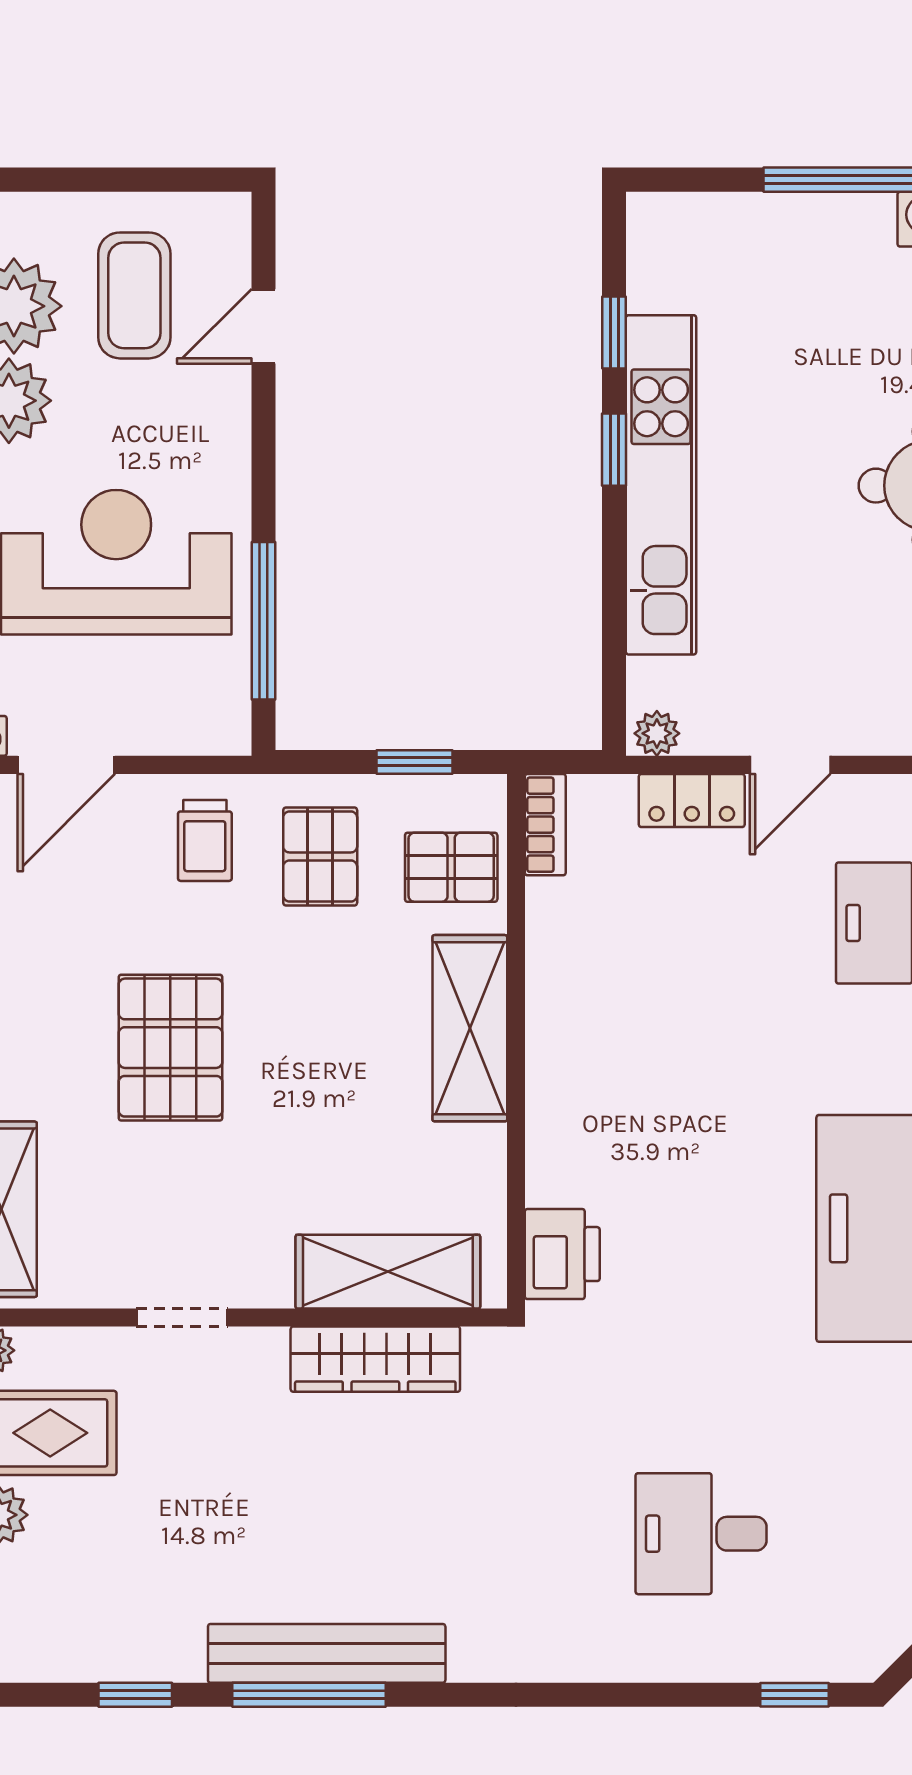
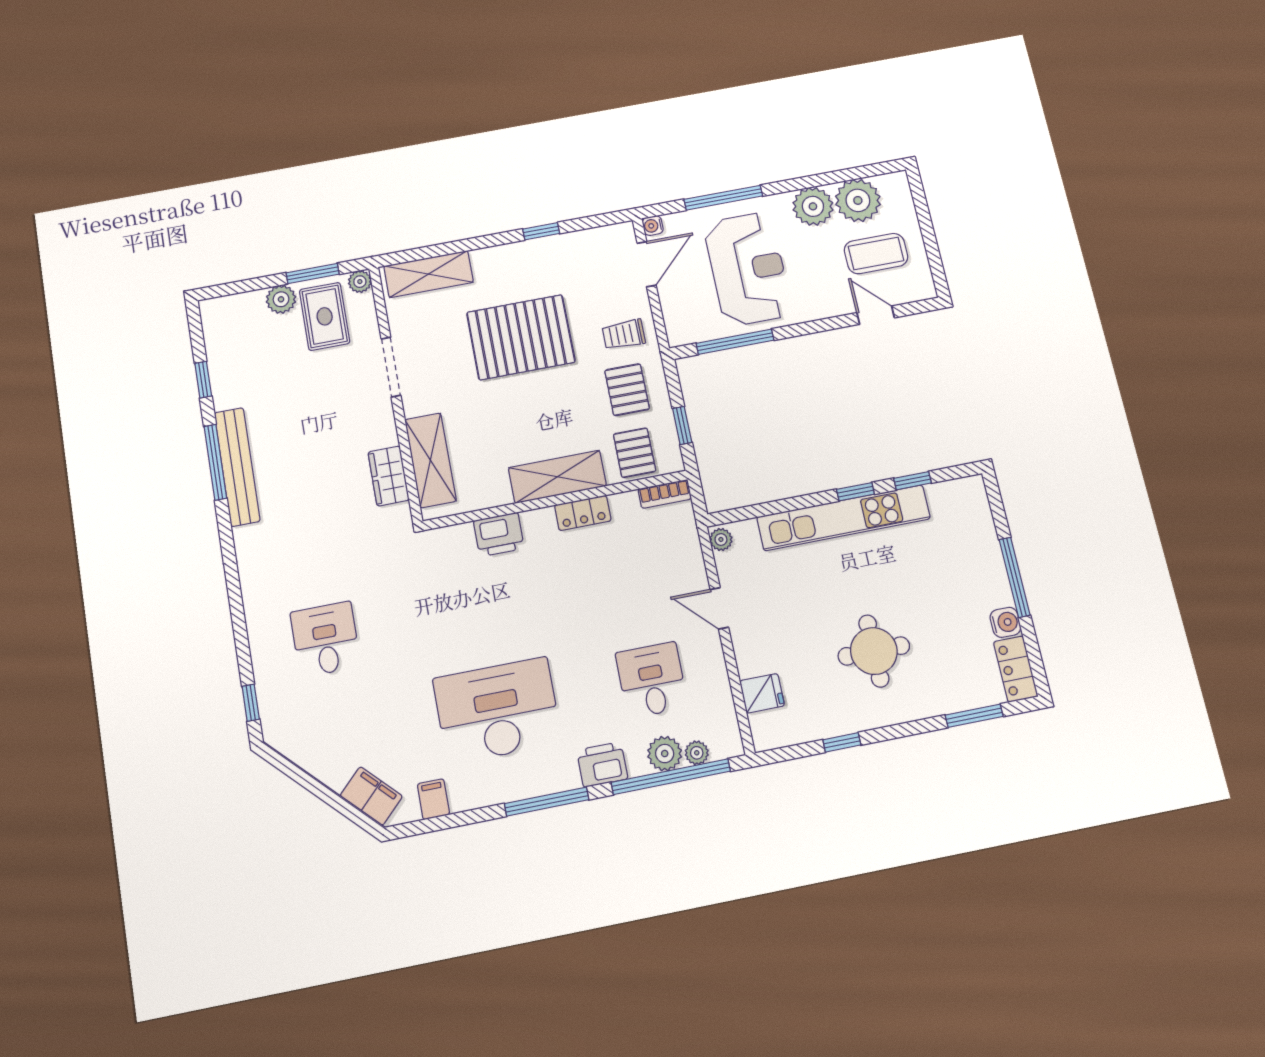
door: (66, 765) -> (647, 264), swing flipped
locker: (692, 800) -> (583, 513), moved, turned -90
pallet: (320, 856) -> (627, 390), turned 90
pallet: (170, 1048) -> (521, 337), width x1.37, depth x1.41
printer: (562, 1254) -> (499, 534), moved
doorway: (182, 1317) -> (391, 367), width x1.38
wardrobe: (375, 1359) -> (389, 476), width x0.67

